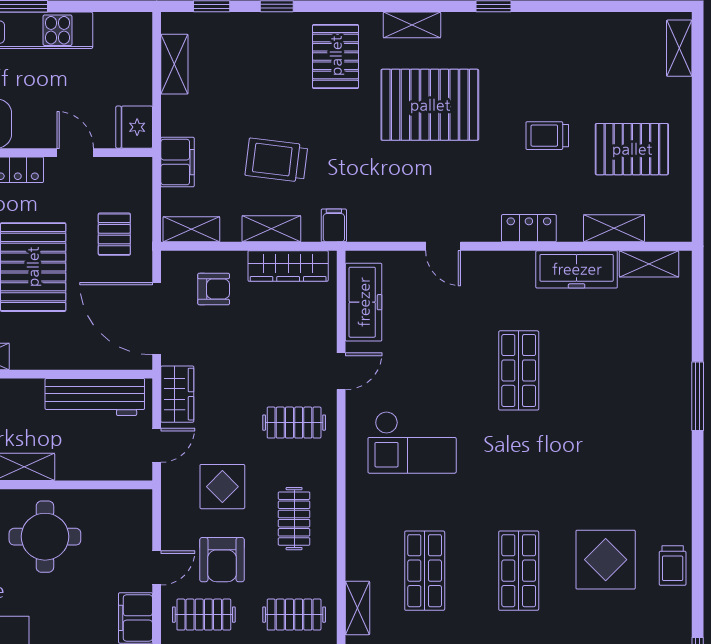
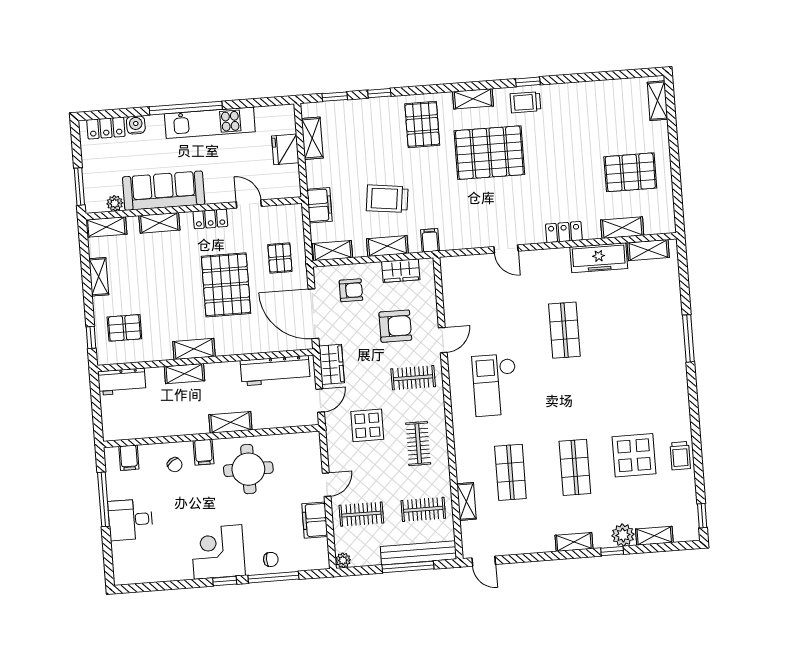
fridge: (134, 127) -> (285, 149), moved
trolley: (547, 136) -> (526, 102), moved
wardrobe: (288, 266) -> (401, 271), width x0.67
freezer: (364, 302) -> (454, 291), removed
checkout: (412, 442) -> (495, 385), turned 90
armchair: (222, 560) -> (395, 326), moved, turned -90

